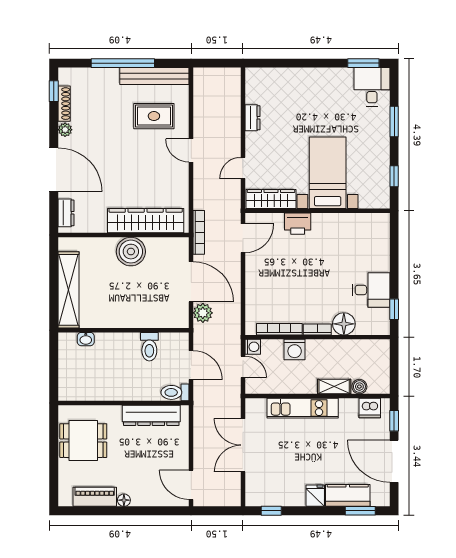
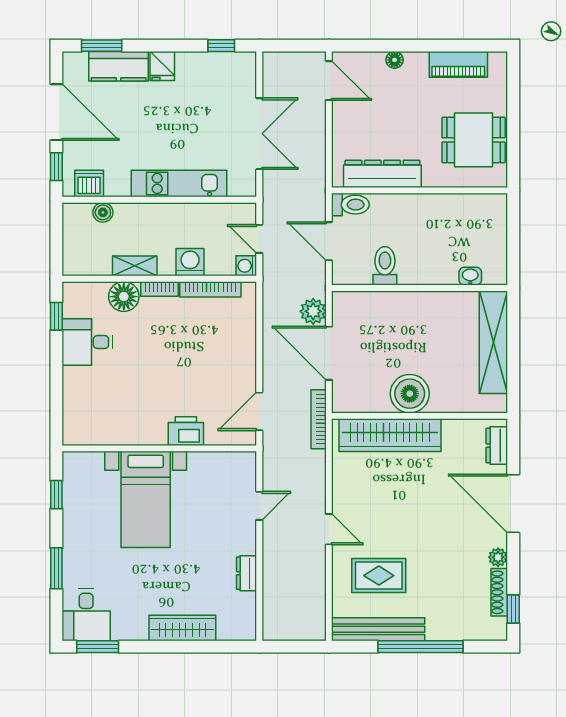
wardrobe: (271, 199) -> (182, 628), moved, turned 180
shelving: (334, 386) -> (135, 266), moved
floor lamp: (124, 500) -> (395, 60), moved

